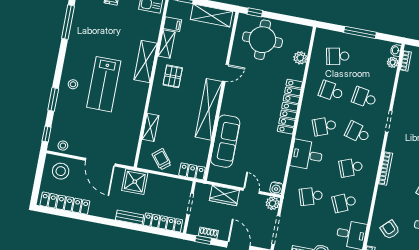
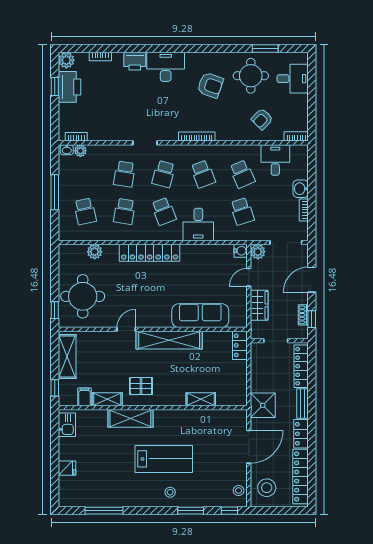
door: (226, 73) -> (126, 329), hinge flipped
trolley: (162, 159) -> (233, 381), removed
locker: (103, 211) -> (301, 434), added

